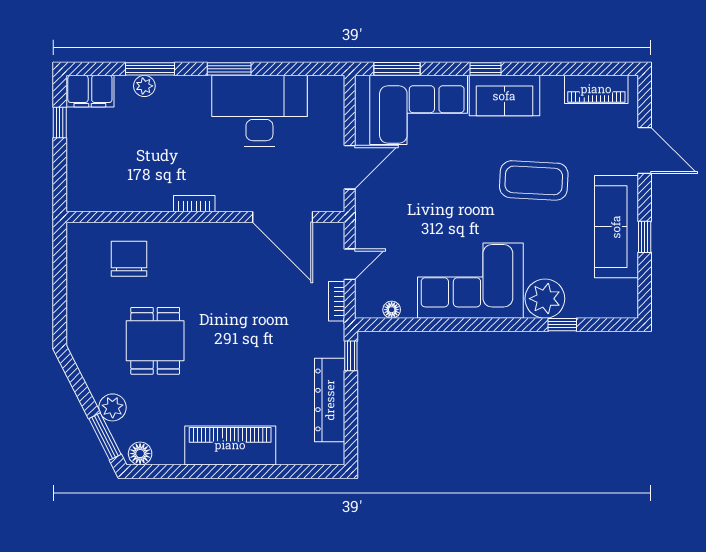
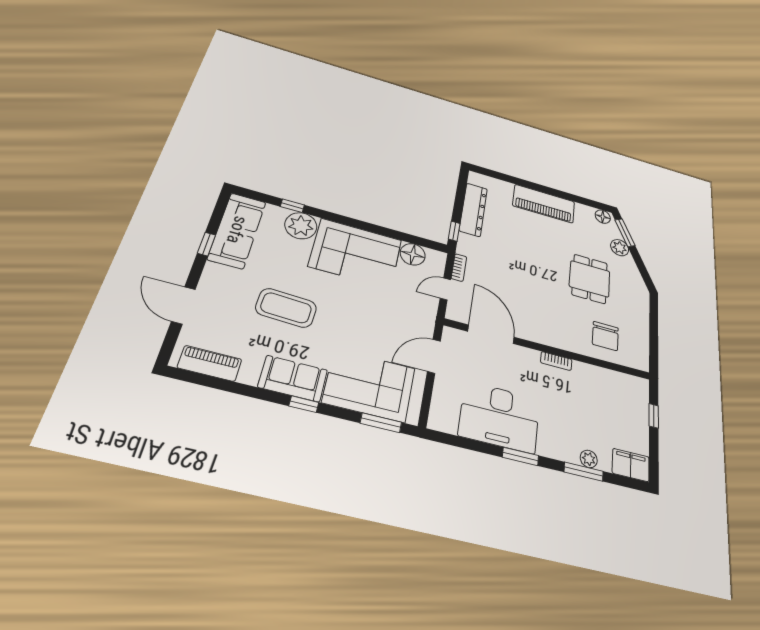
window: (60, 122) -> (654, 416), moved
sofa: (616, 227) -> (237, 230), moved
floor lamp: (392, 310) -> (413, 254), width x1.89, depth x1.89

